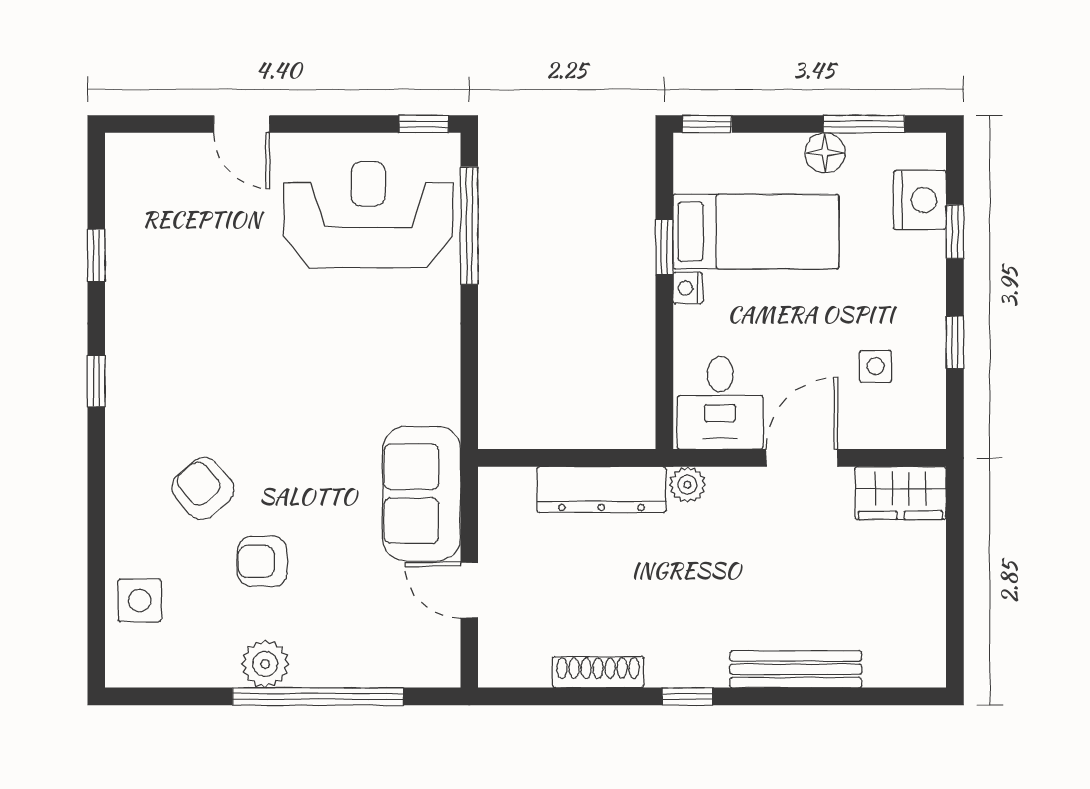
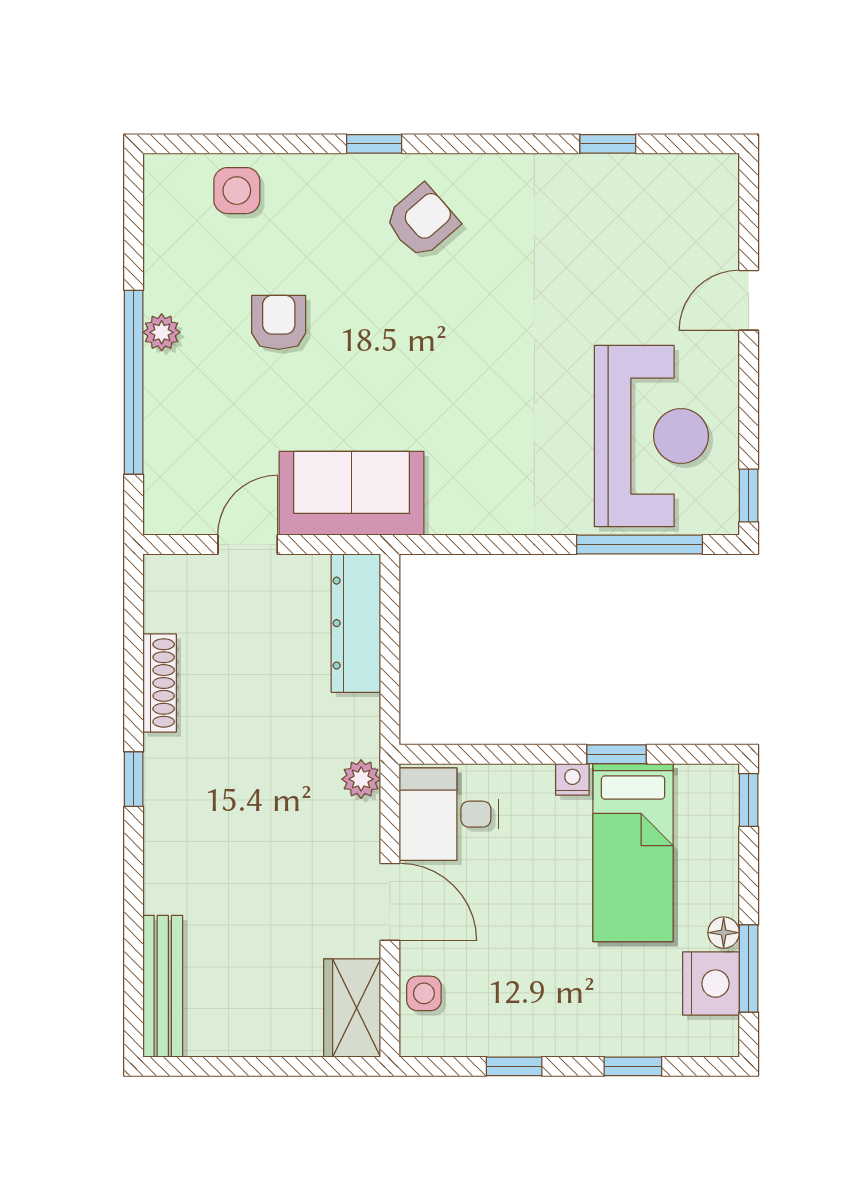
floor lamp: (825, 153) -> (724, 933), width x0.73, depth x0.73
nightstand: (920, 200) -> (711, 984), moved, turned -90
side table: (875, 366) -> (424, 993), moved
window: (96, 381) -> (374, 144), moved
armchair: (203, 488) -> (422, 221), moved
dresser: (601, 490) -> (356, 623), moved
plant: (265, 664) -> (162, 332), width x0.73, depth x0.73
bench: (796, 669) -> (163, 986), moved

